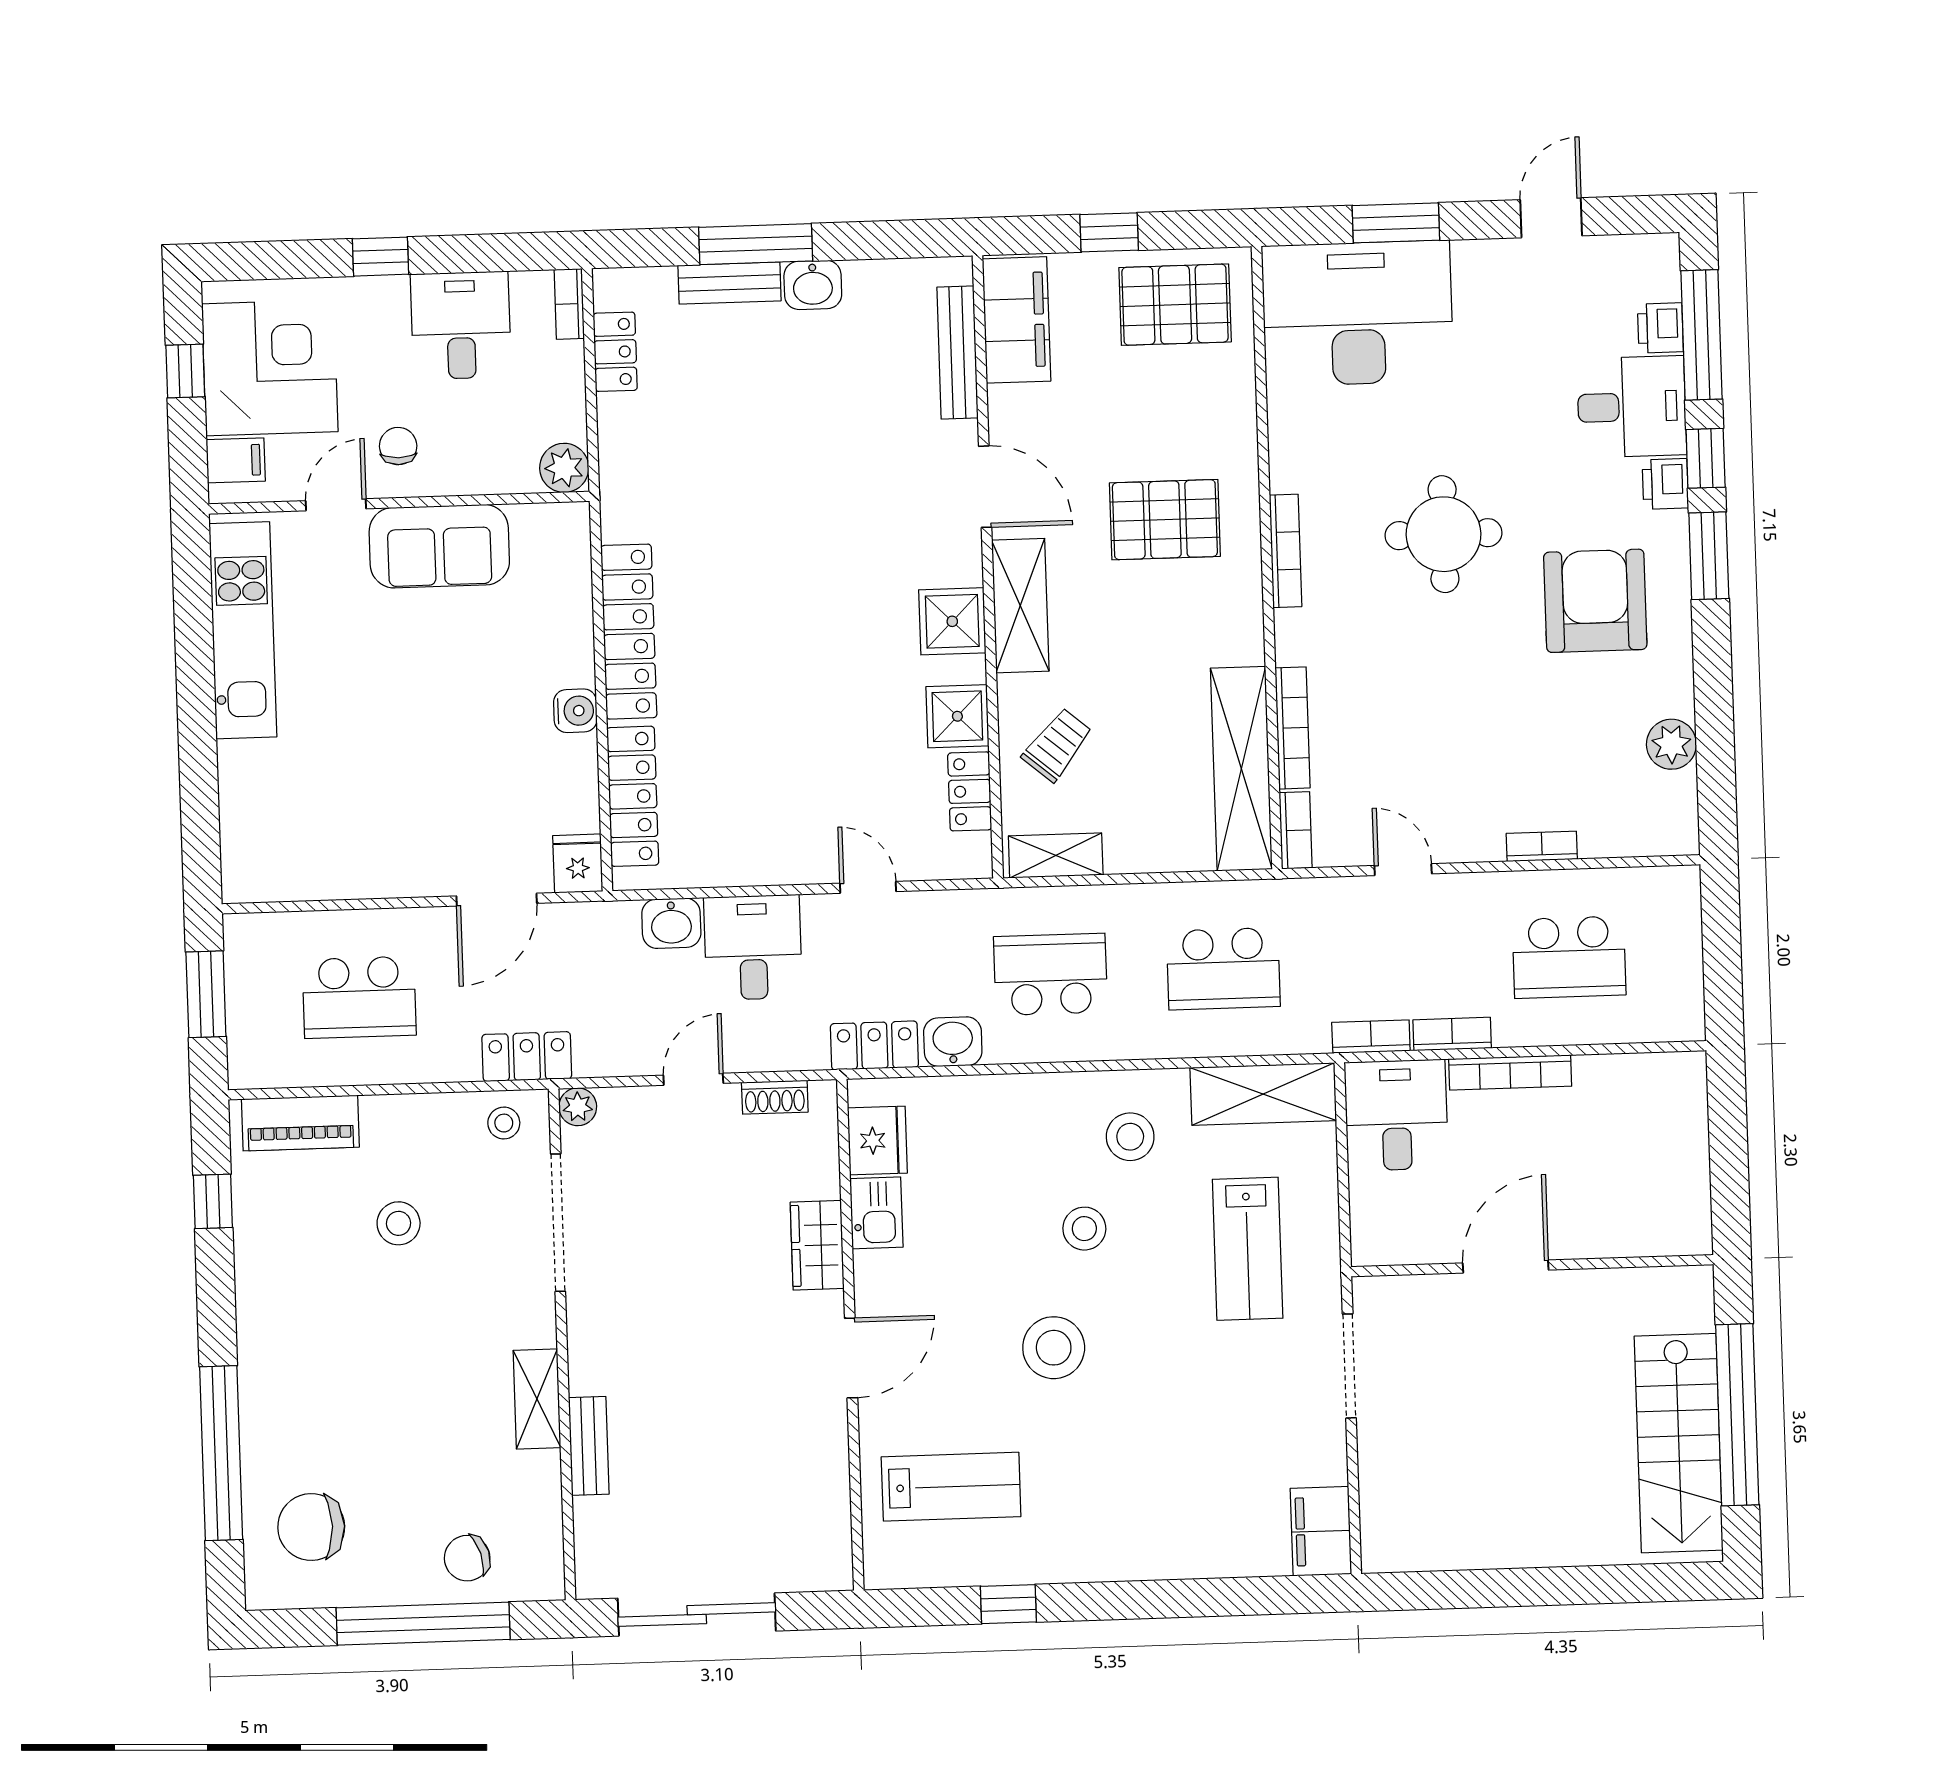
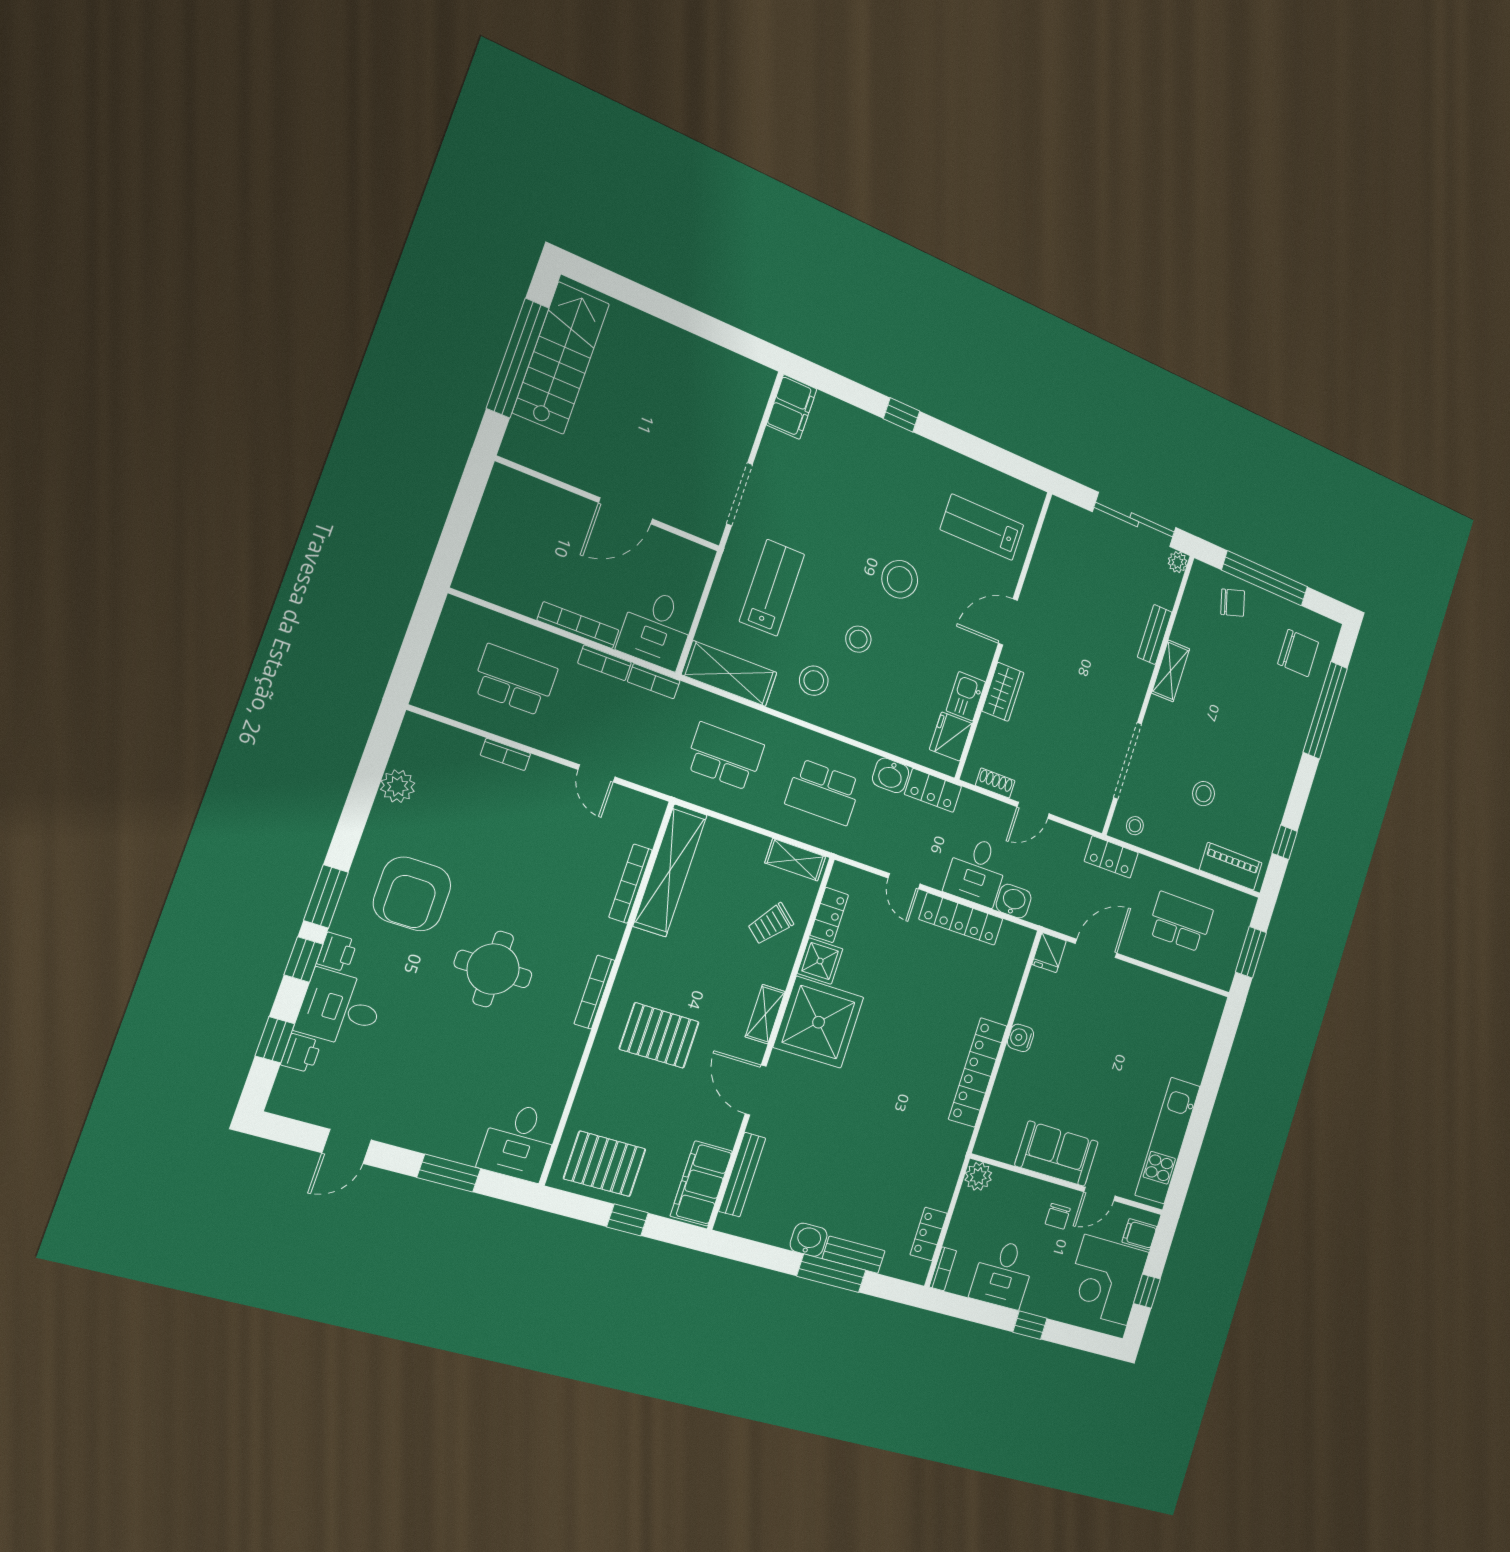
desk: (1357, 313) -> (519, 1142), width x0.53, depth x0.77
window: (1701, 335) -> (275, 1040), width x0.46
shelving: (1020, 606) -> (765, 1014), width x0.67, depth x0.75
shower: (952, 621) -> (819, 1022), width x1.86, depth x1.86
locker: (633, 796) -> (961, 919), moved, turned -90
bookcase: (1296, 830) -> (652, 822), removed
plant: (578, 1107) -> (1178, 562), moved
window: (1008, 1604) -> (902, 415), moved

